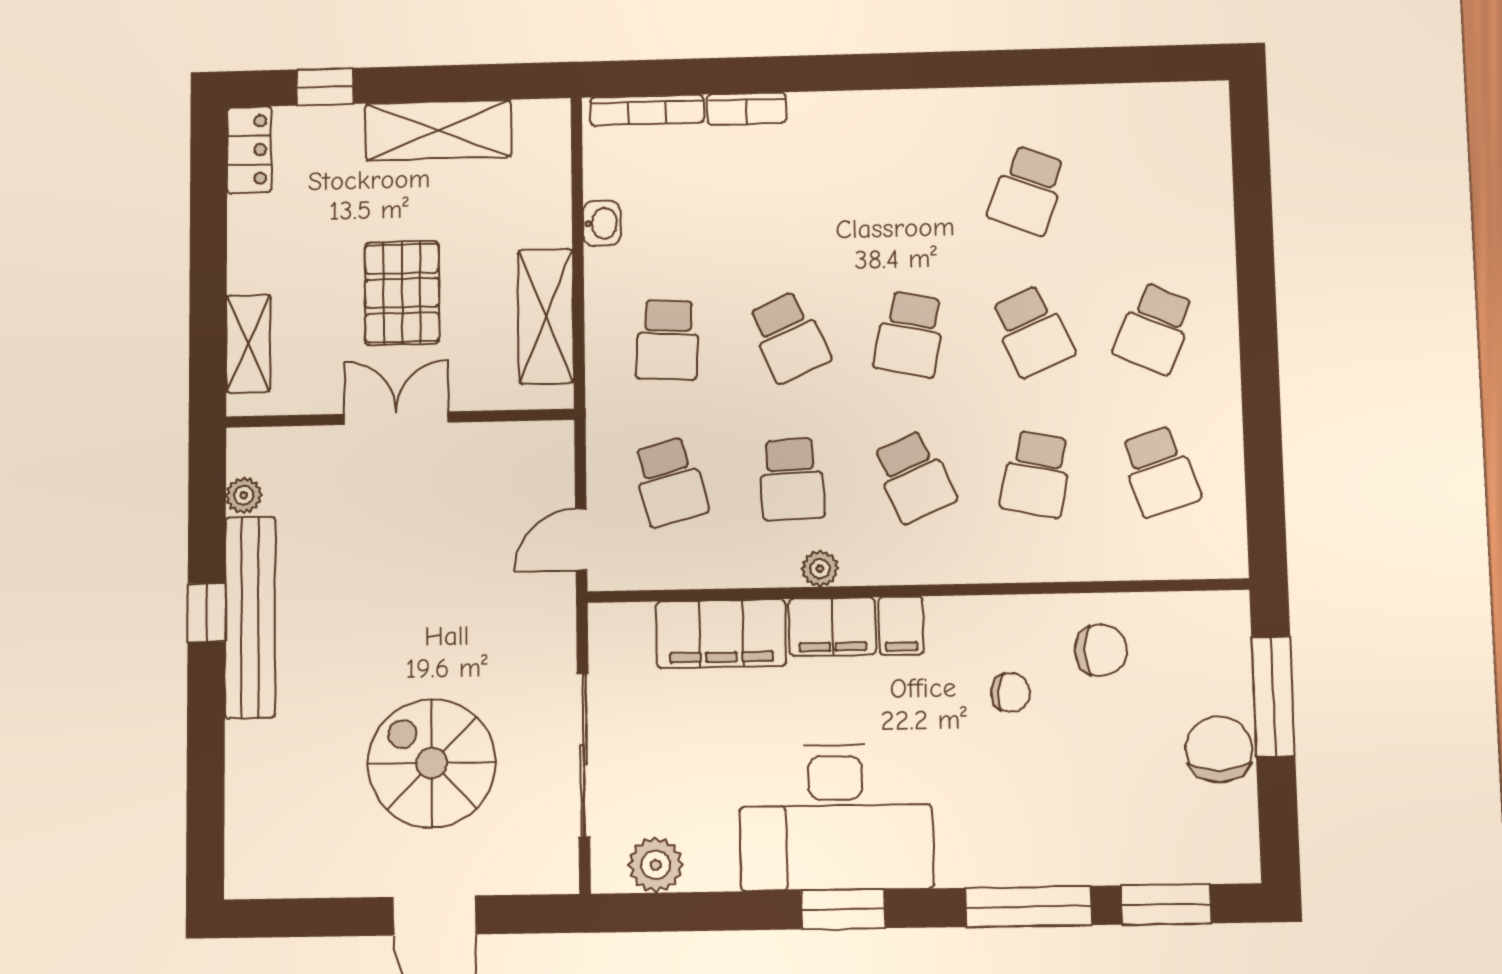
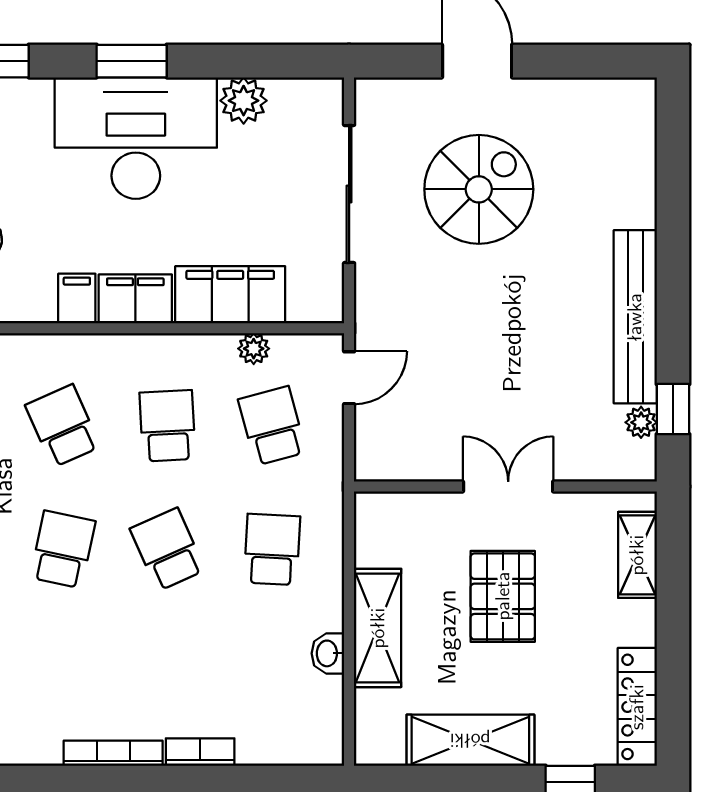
bookcase: (647, 110) -> (113, 753), moved
locker: (249, 150) -> (637, 707), width x1.53
shelving: (546, 316) -> (378, 628), moved
double door: (396, 418) -> (508, 486), swing flipped
plant: (820, 569) -> (254, 349), moved
window: (206, 613) -> (673, 409), moved
spiral stairs: (432, 763) -> (479, 189), turned -90
plant: (656, 865) -> (244, 101), moved

